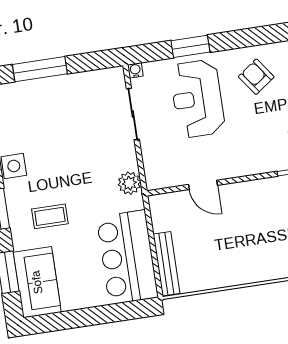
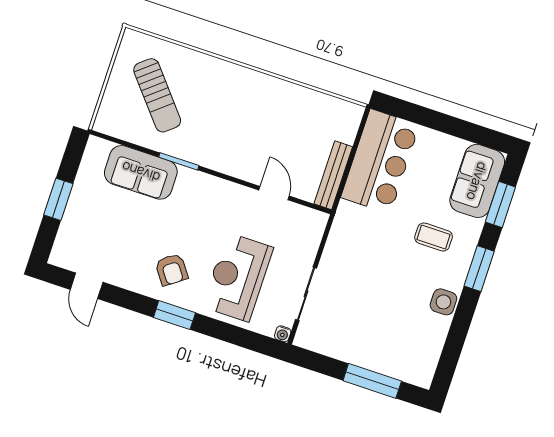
window: (190, 46) -> (174, 315), moved
reception desk: (197, 99) -> (238, 277), turned 180
plant: (129, 183) -> (343, 230), removed
bench: (166, 264) -> (333, 175), moved

